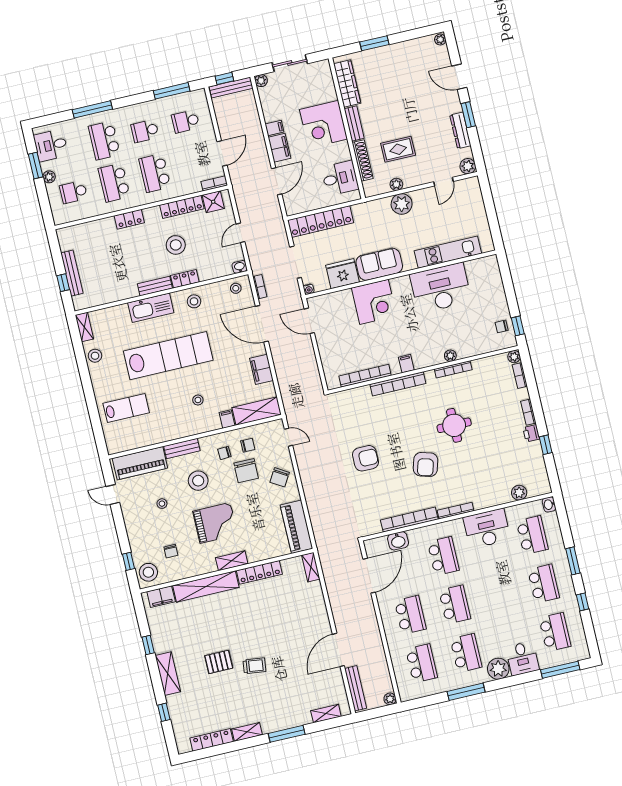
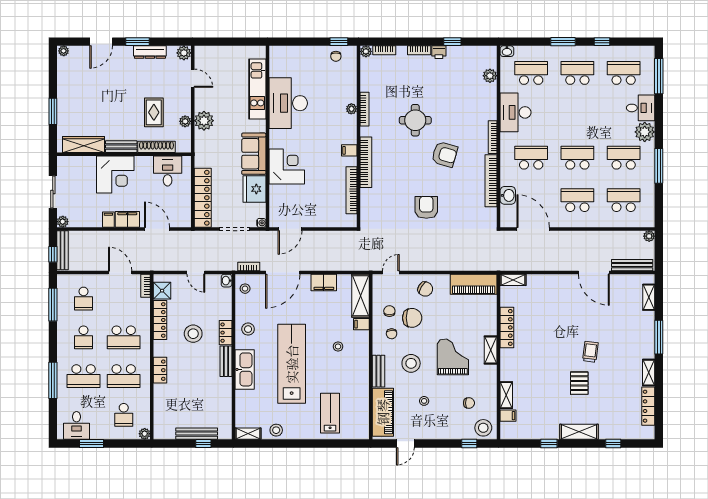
plant: (49, 177) -> (145, 434), moved
shelving: (206, 586) -> (506, 395), width x0.45, depth x0.75
filing cabinet: (161, 597) -> (508, 416), width x0.50

